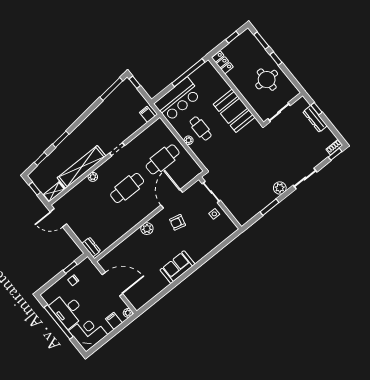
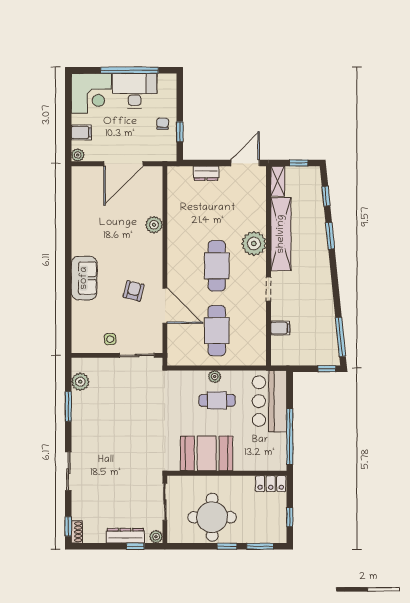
round table: (267, 80) -> (212, 517), width x1.36, depth x1.36
plant: (302, 102) -> (156, 537), added
filing cabinet: (147, 114) -> (280, 328), moved
plant: (93, 177) -> (254, 243), width x1.87, depth x1.87
plant: (280, 188) -> (80, 382), moved
plant: (147, 229) -> (154, 225), moved
dresser: (91, 247) -> (206, 173), moved
sofa: (178, 267) -> (84, 278), moved

